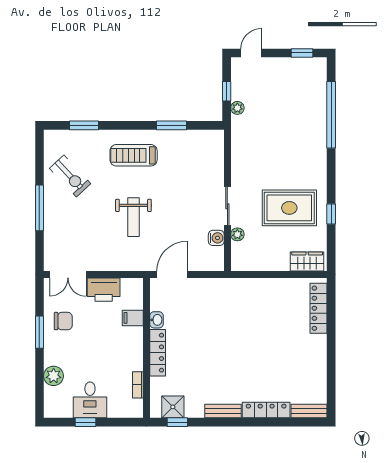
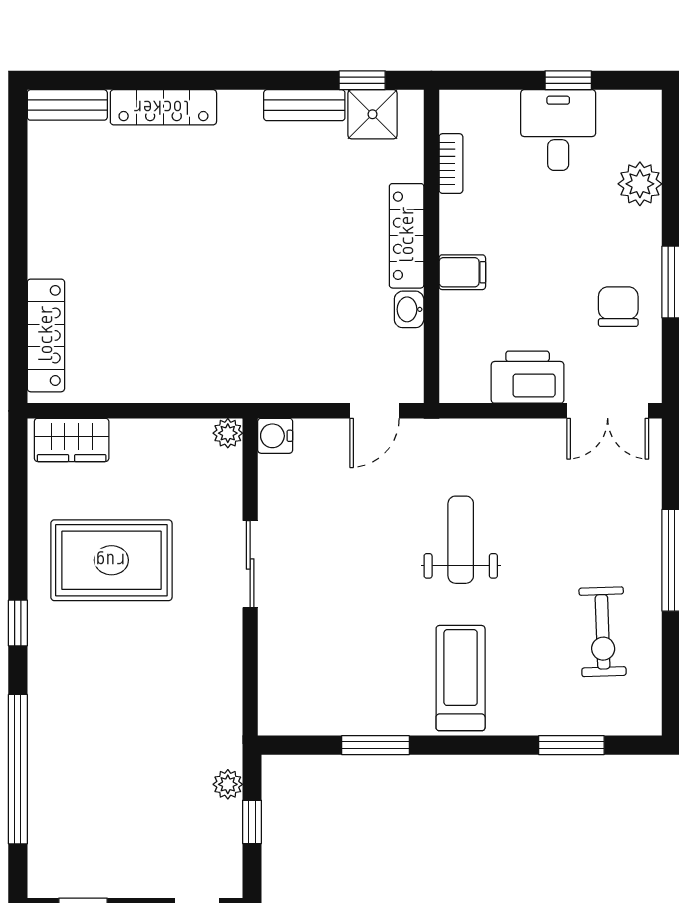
treadmill: (134, 155) -> (461, 678), turned -90
exercise bike: (70, 176) -> (603, 632), turned -139
window: (331, 214) -> (18, 623), moved
plant: (237, 234) -> (228, 433), moved
water cooler: (216, 238) -> (275, 436), moved
double door: (68, 275) -> (608, 411), swing flipped
door: (172, 275) -> (375, 411), width x0.73
filing cabinet: (133, 318) -> (462, 272), moved
chair: (63, 321) -> (618, 307), turned 90
bench: (223, 411) -> (304, 105), moved

